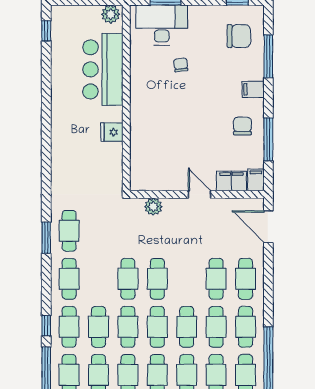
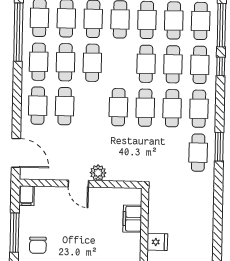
filing cabinet: (231, 181) -> (132, 219), moved, turned 90
plant: (153, 207) -> (98, 173), moved
cafe table: (157, 327) -> (172, 108), moved

